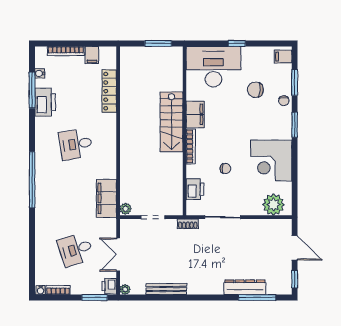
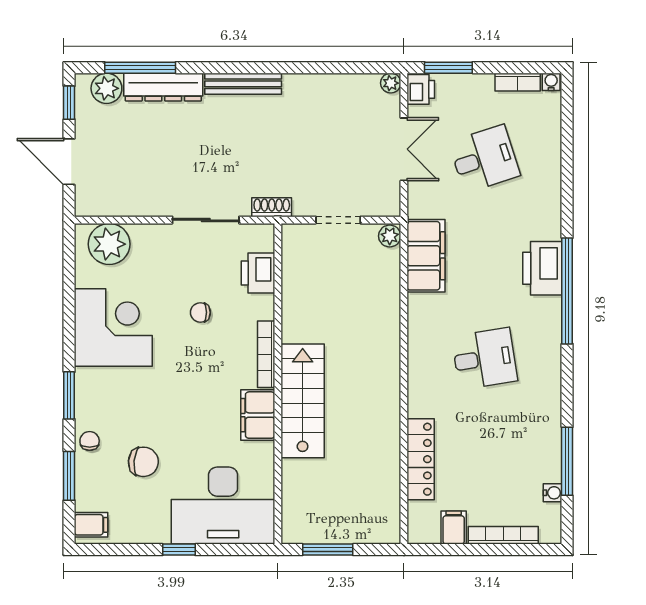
printer: (45, 102) -> (542, 268), moved
plant: (275, 287) -> (106, 88), added
bench: (166, 289) -> (243, 84), moved

